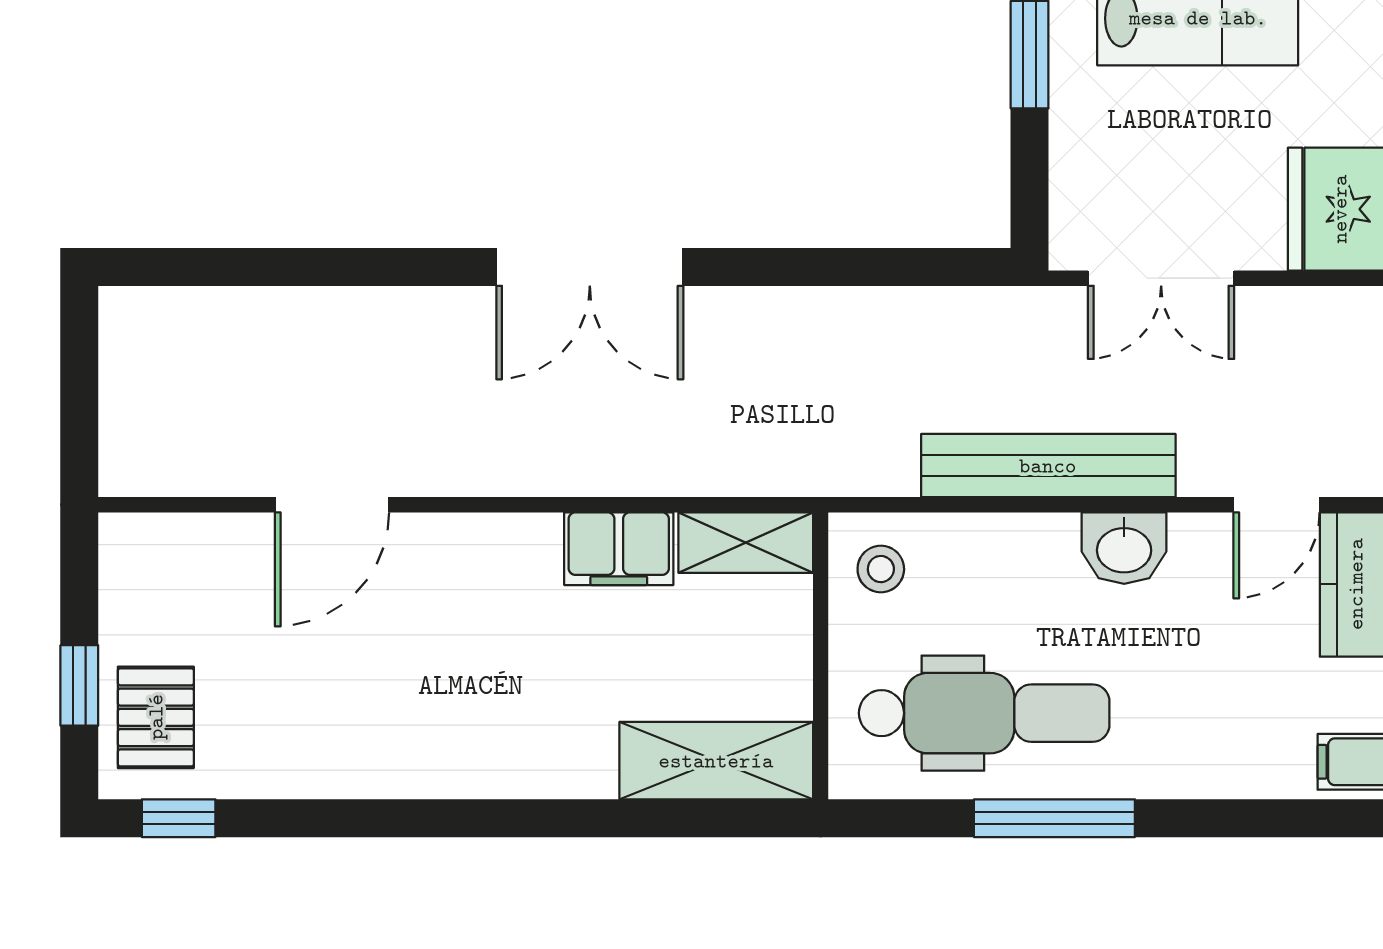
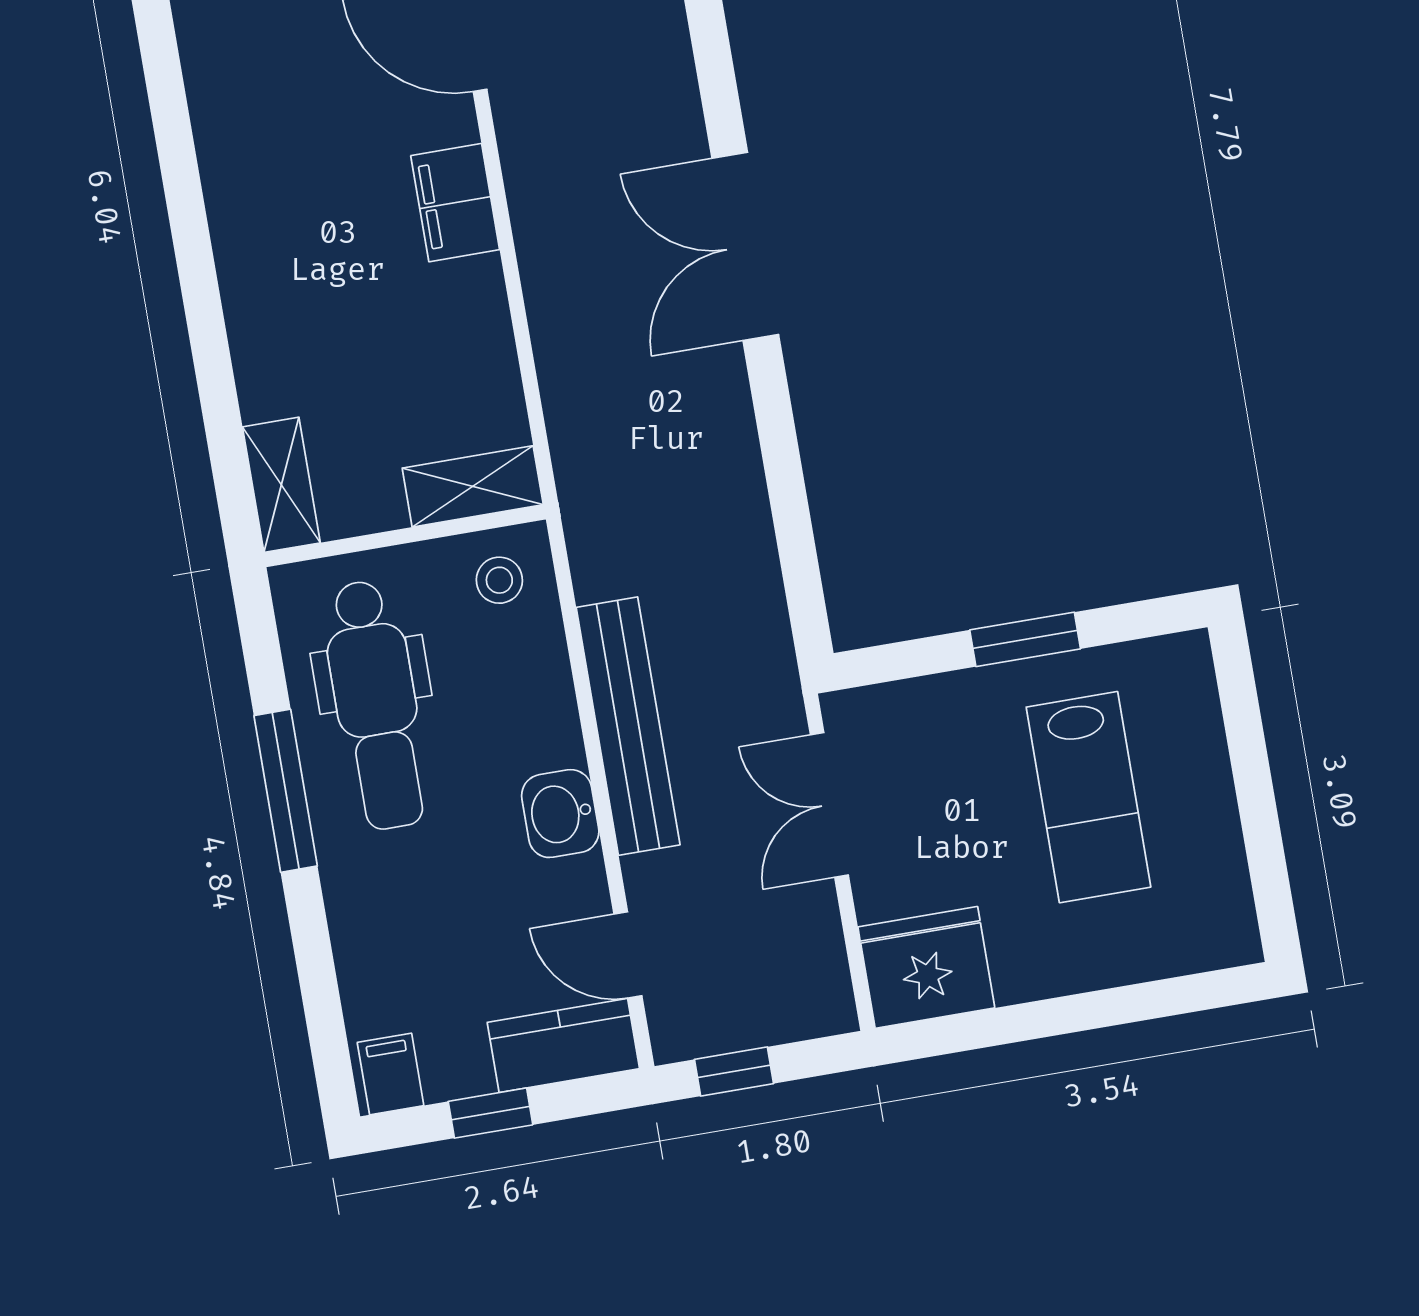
shelving: (746, 543) -> (473, 486), moved, turned 90
filing cabinet: (619, 549) -> (455, 203), moved
shelving: (716, 761) -> (281, 485), width x0.67, depth x0.75

